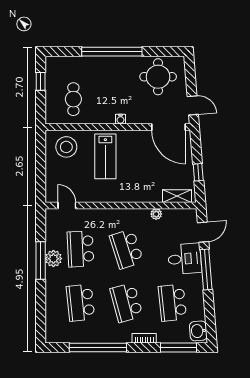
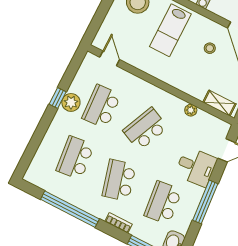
stool: (146, 155) -> (210, 48), added
school desk: (126, 249) -> (145, 129), turned 42
window: (41, 260) -> (58, 98), width x0.46
window: (206, 270) -> (205, 202), moved

